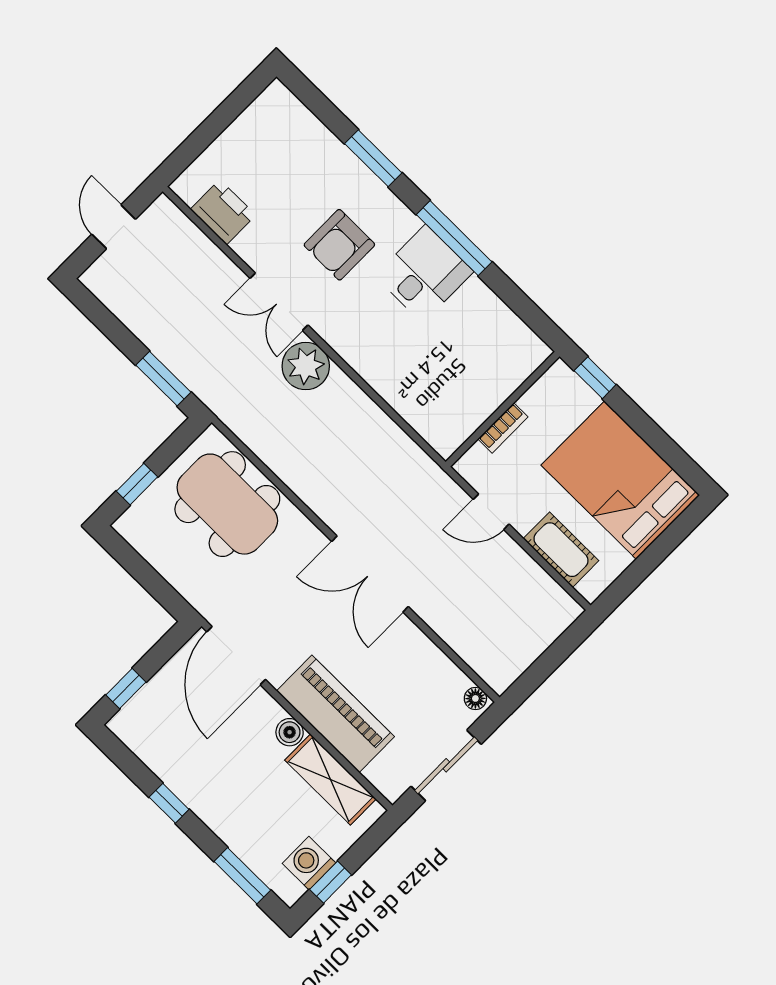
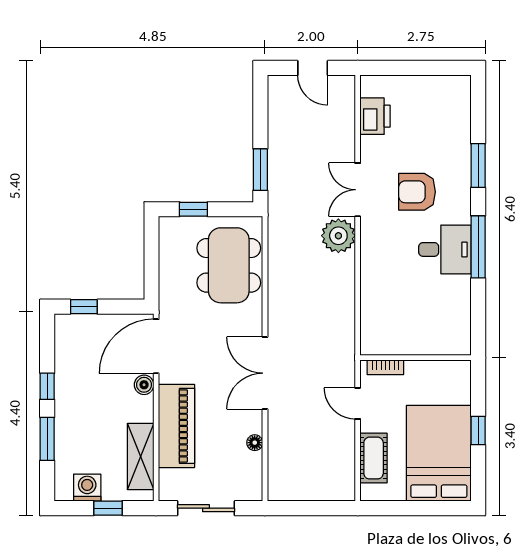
door: (114, 227) -> (313, 68), swing flipped
window: (595, 378) -> (478, 431), moved
bookcase: (503, 428) -> (385, 367), moved
floor lamp: (475, 698) -> (255, 443), moved
boiler: (290, 732) -> (144, 385), moved
window: (242, 876) -> (47, 439), moved
window: (331, 882) -> (108, 508), moved

